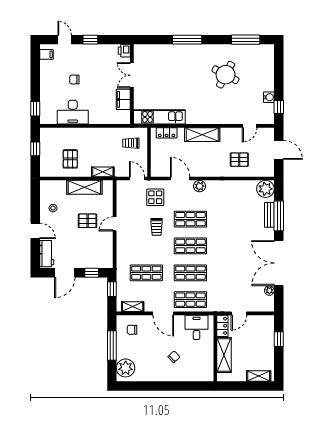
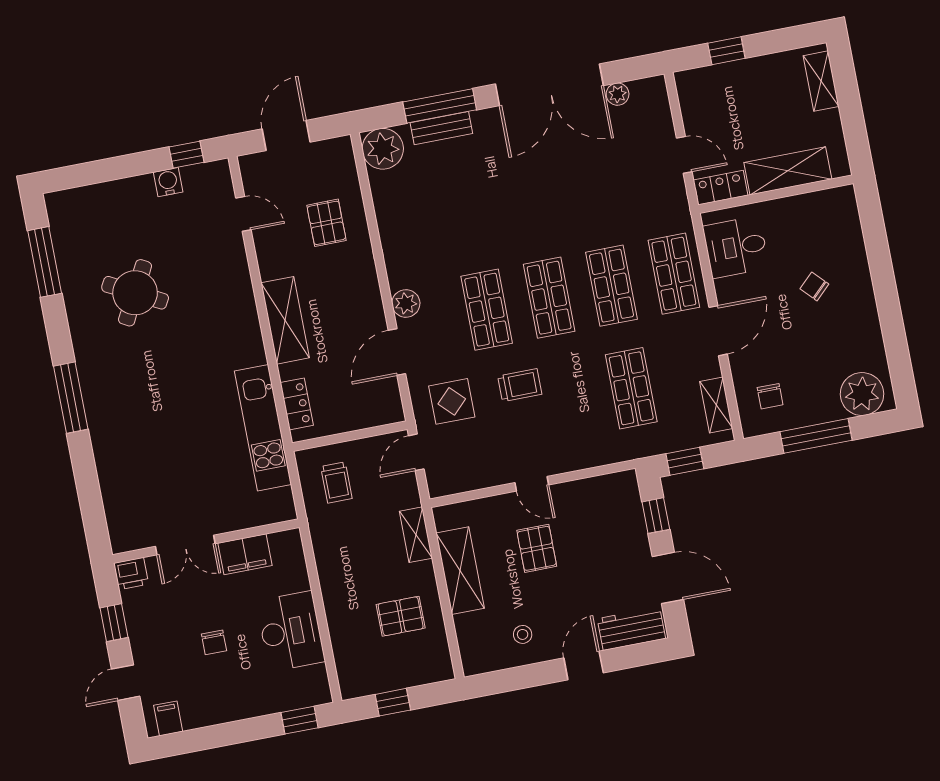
printer: (124, 51) -> (131, 574), moved
double door: (132, 75) -> (185, 545), moved
wall: (132, 84) -> (206, 541), moved
filing cabinet: (123, 99) -> (245, 554), moved

